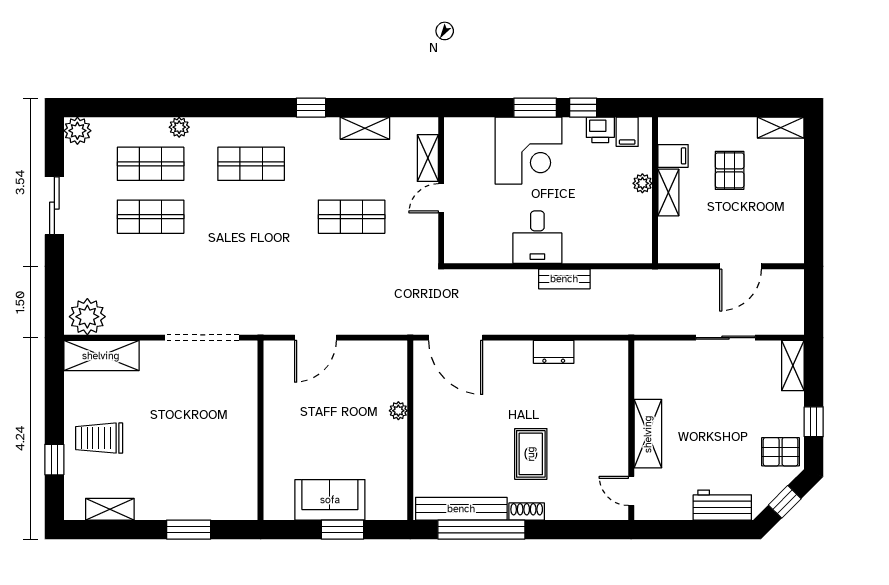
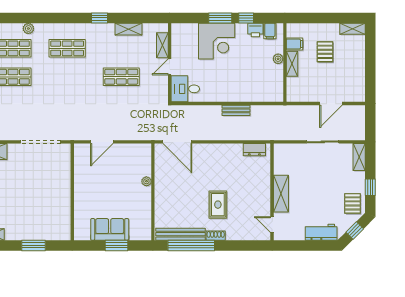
desk: (537, 237) -> (185, 89), moved, turned 90
dresser: (554, 352) -> (254, 150), moved
pallet: (781, 452) -> (352, 203), turned 90

